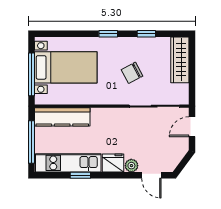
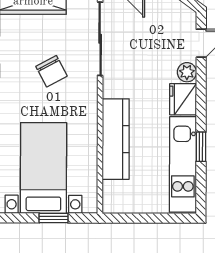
window: (31, 74) -> (53, 218), width x0.46
kitchen counter: (62, 117) -> (116, 139), moved
window: (31, 142) -> (152, 218), removed

